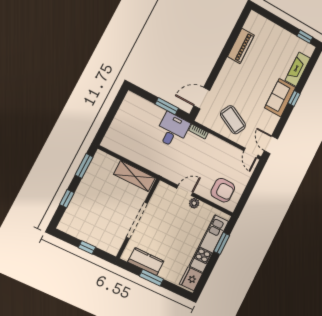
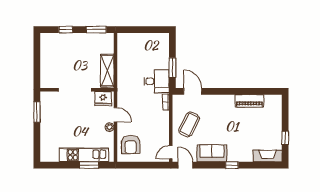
window: (305, 37) -> (285, 138), moved
fireplace: (298, 69) -> (268, 156), moved
sofa: (280, 98) -> (212, 153), moved
door: (271, 145) -> (185, 165), hinge flipped
window: (87, 247) -> (37, 63), removed
kitchen counter: (146, 262) -> (47, 113), removed
window: (151, 278) -> (37, 112), moved
fridge: (191, 279) -> (103, 99), moved, turned 180

